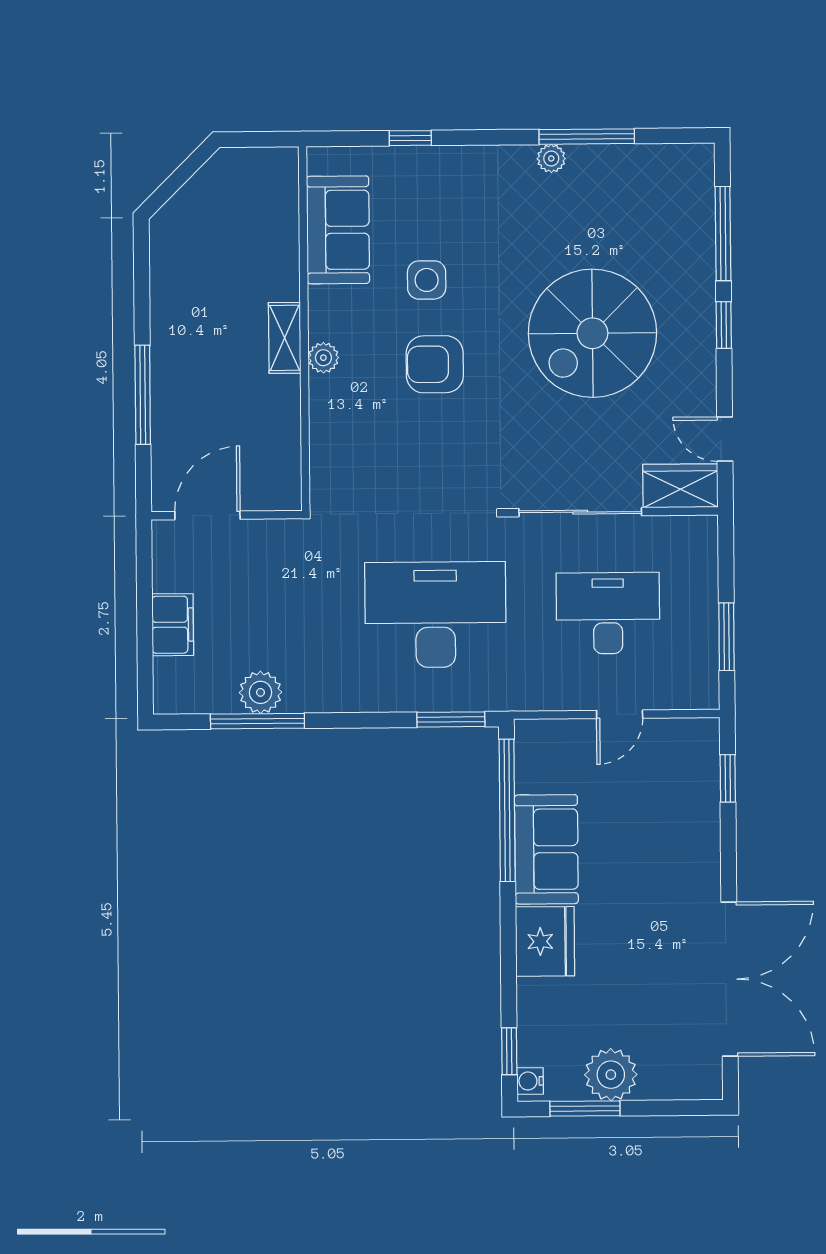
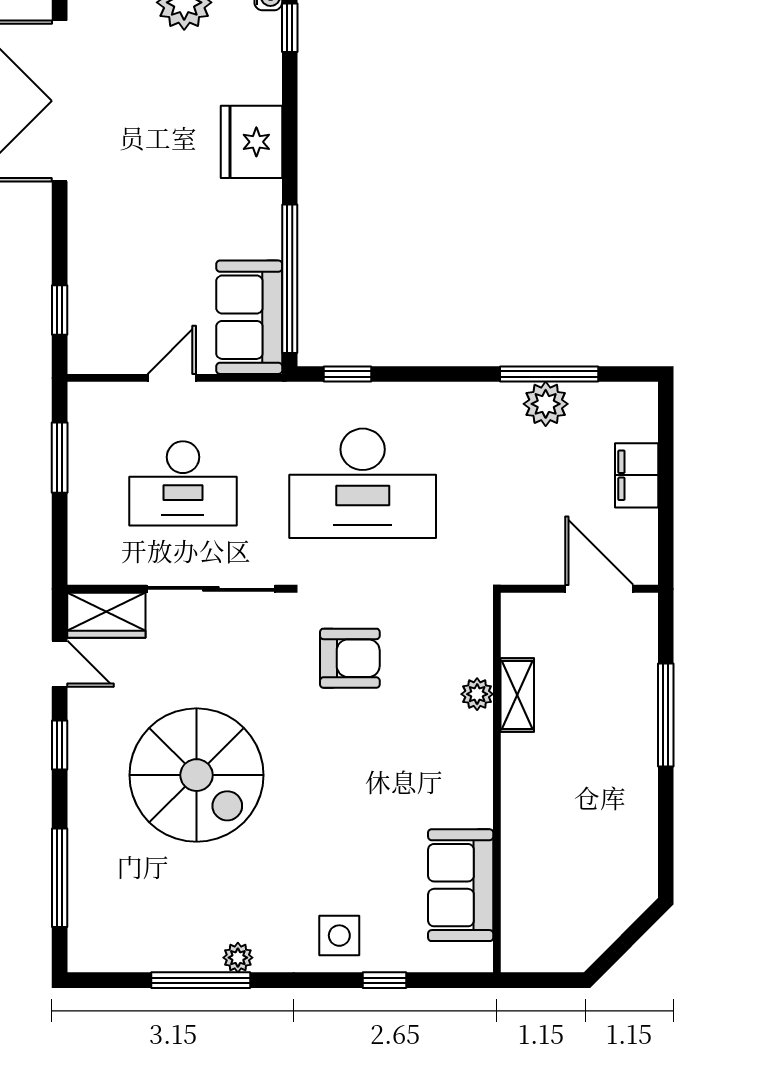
side table: (427, 280) -> (339, 936), moved
window: (724, 325) -> (60, 745), moved
spiral stairs: (592, 333) -> (197, 775), turned 90
shelving: (285, 338) -> (517, 695), moved
plant: (323, 358) -> (477, 694), moved
armchair: (435, 364) -> (350, 658), moved
door: (207, 515) -> (599, 589), swing flipped
window: (451, 719) -> (348, 374), width x0.67
sofa: (546, 849) -> (249, 317), moved

